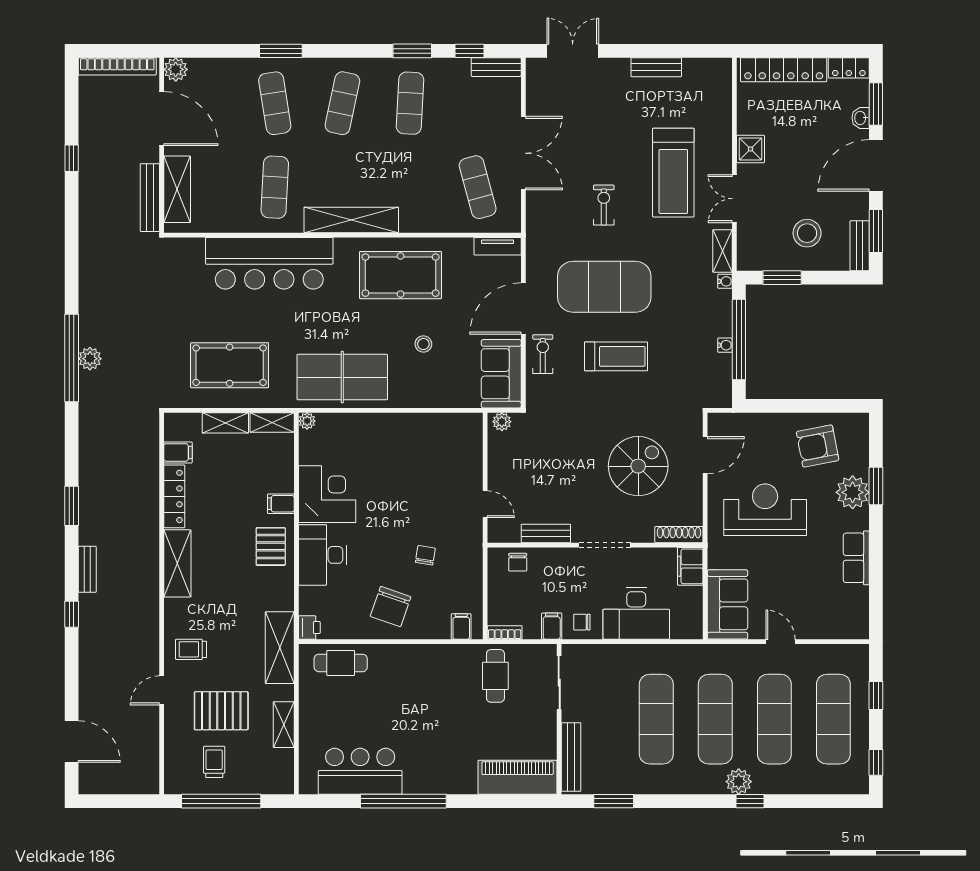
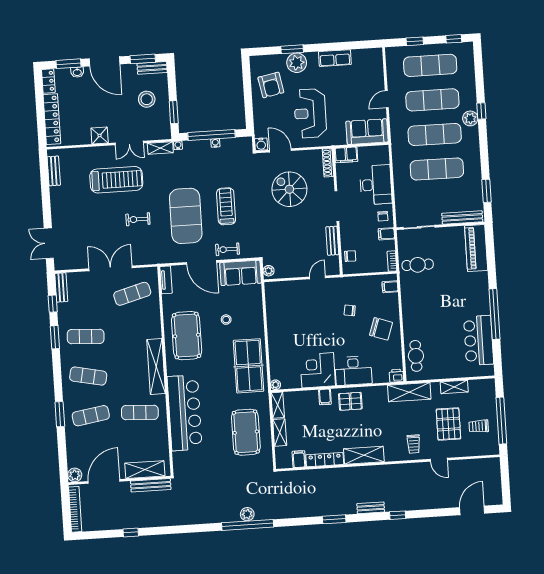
bench: (656, 67) -> (54, 171), moved
water cooler: (718, 423) -> (261, 144), added

